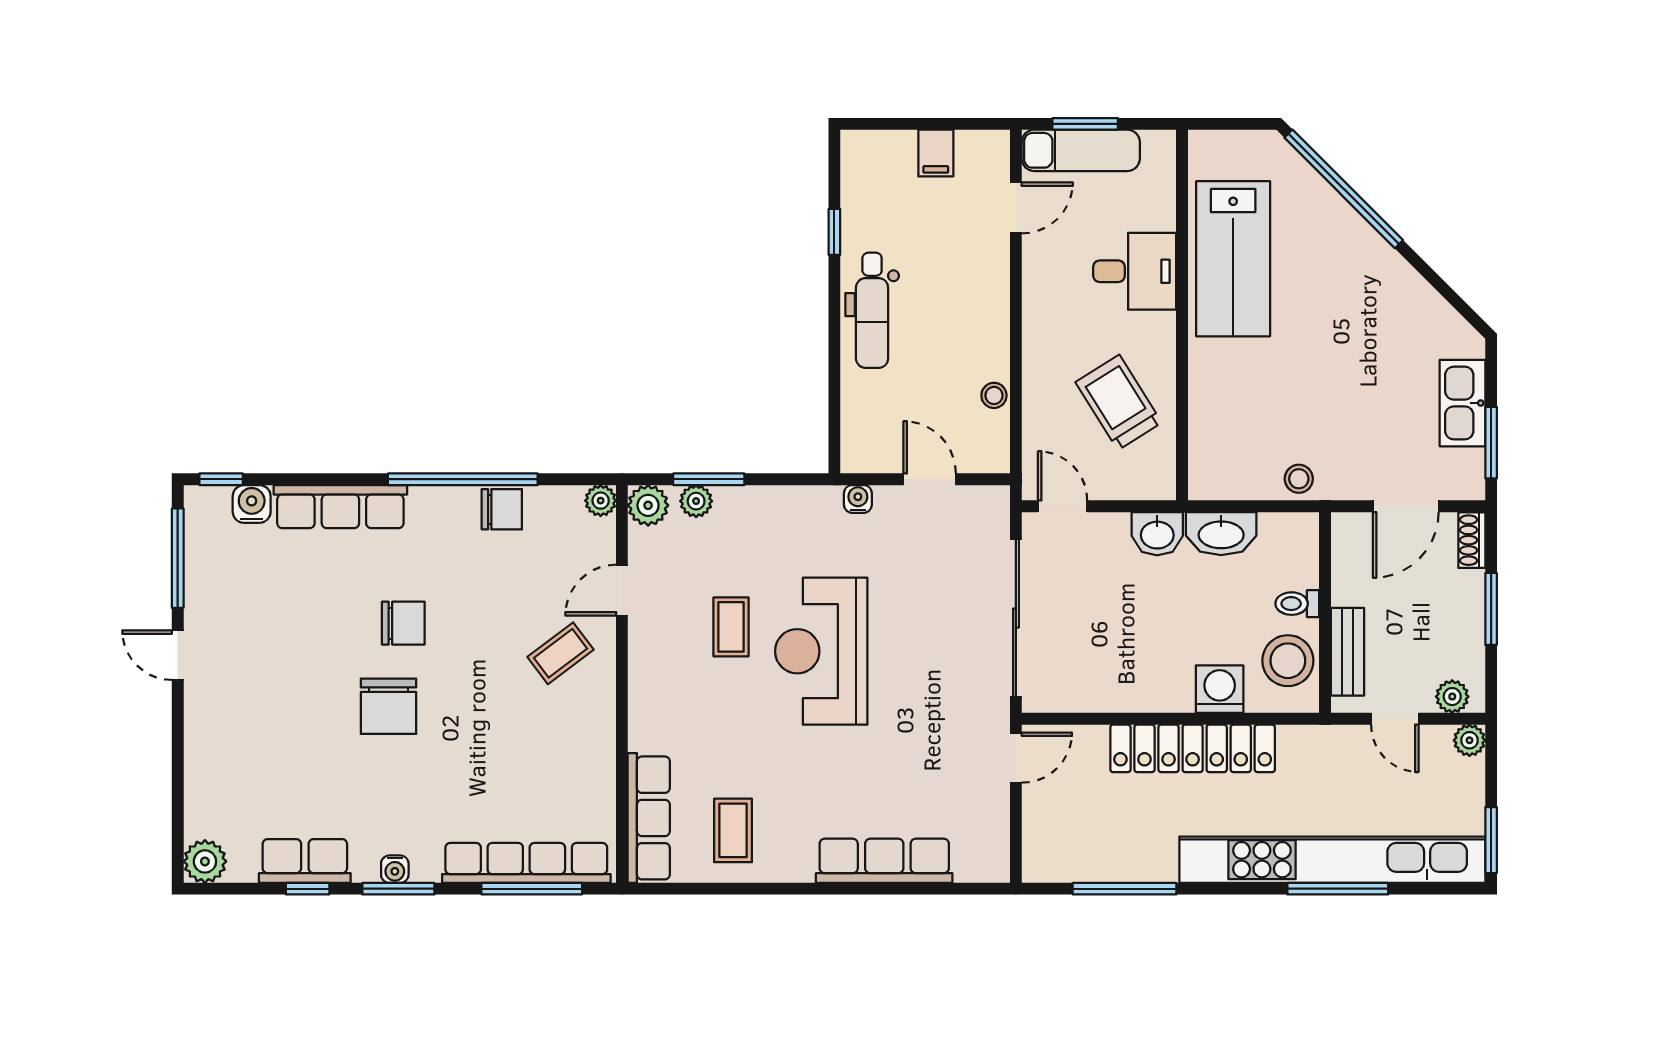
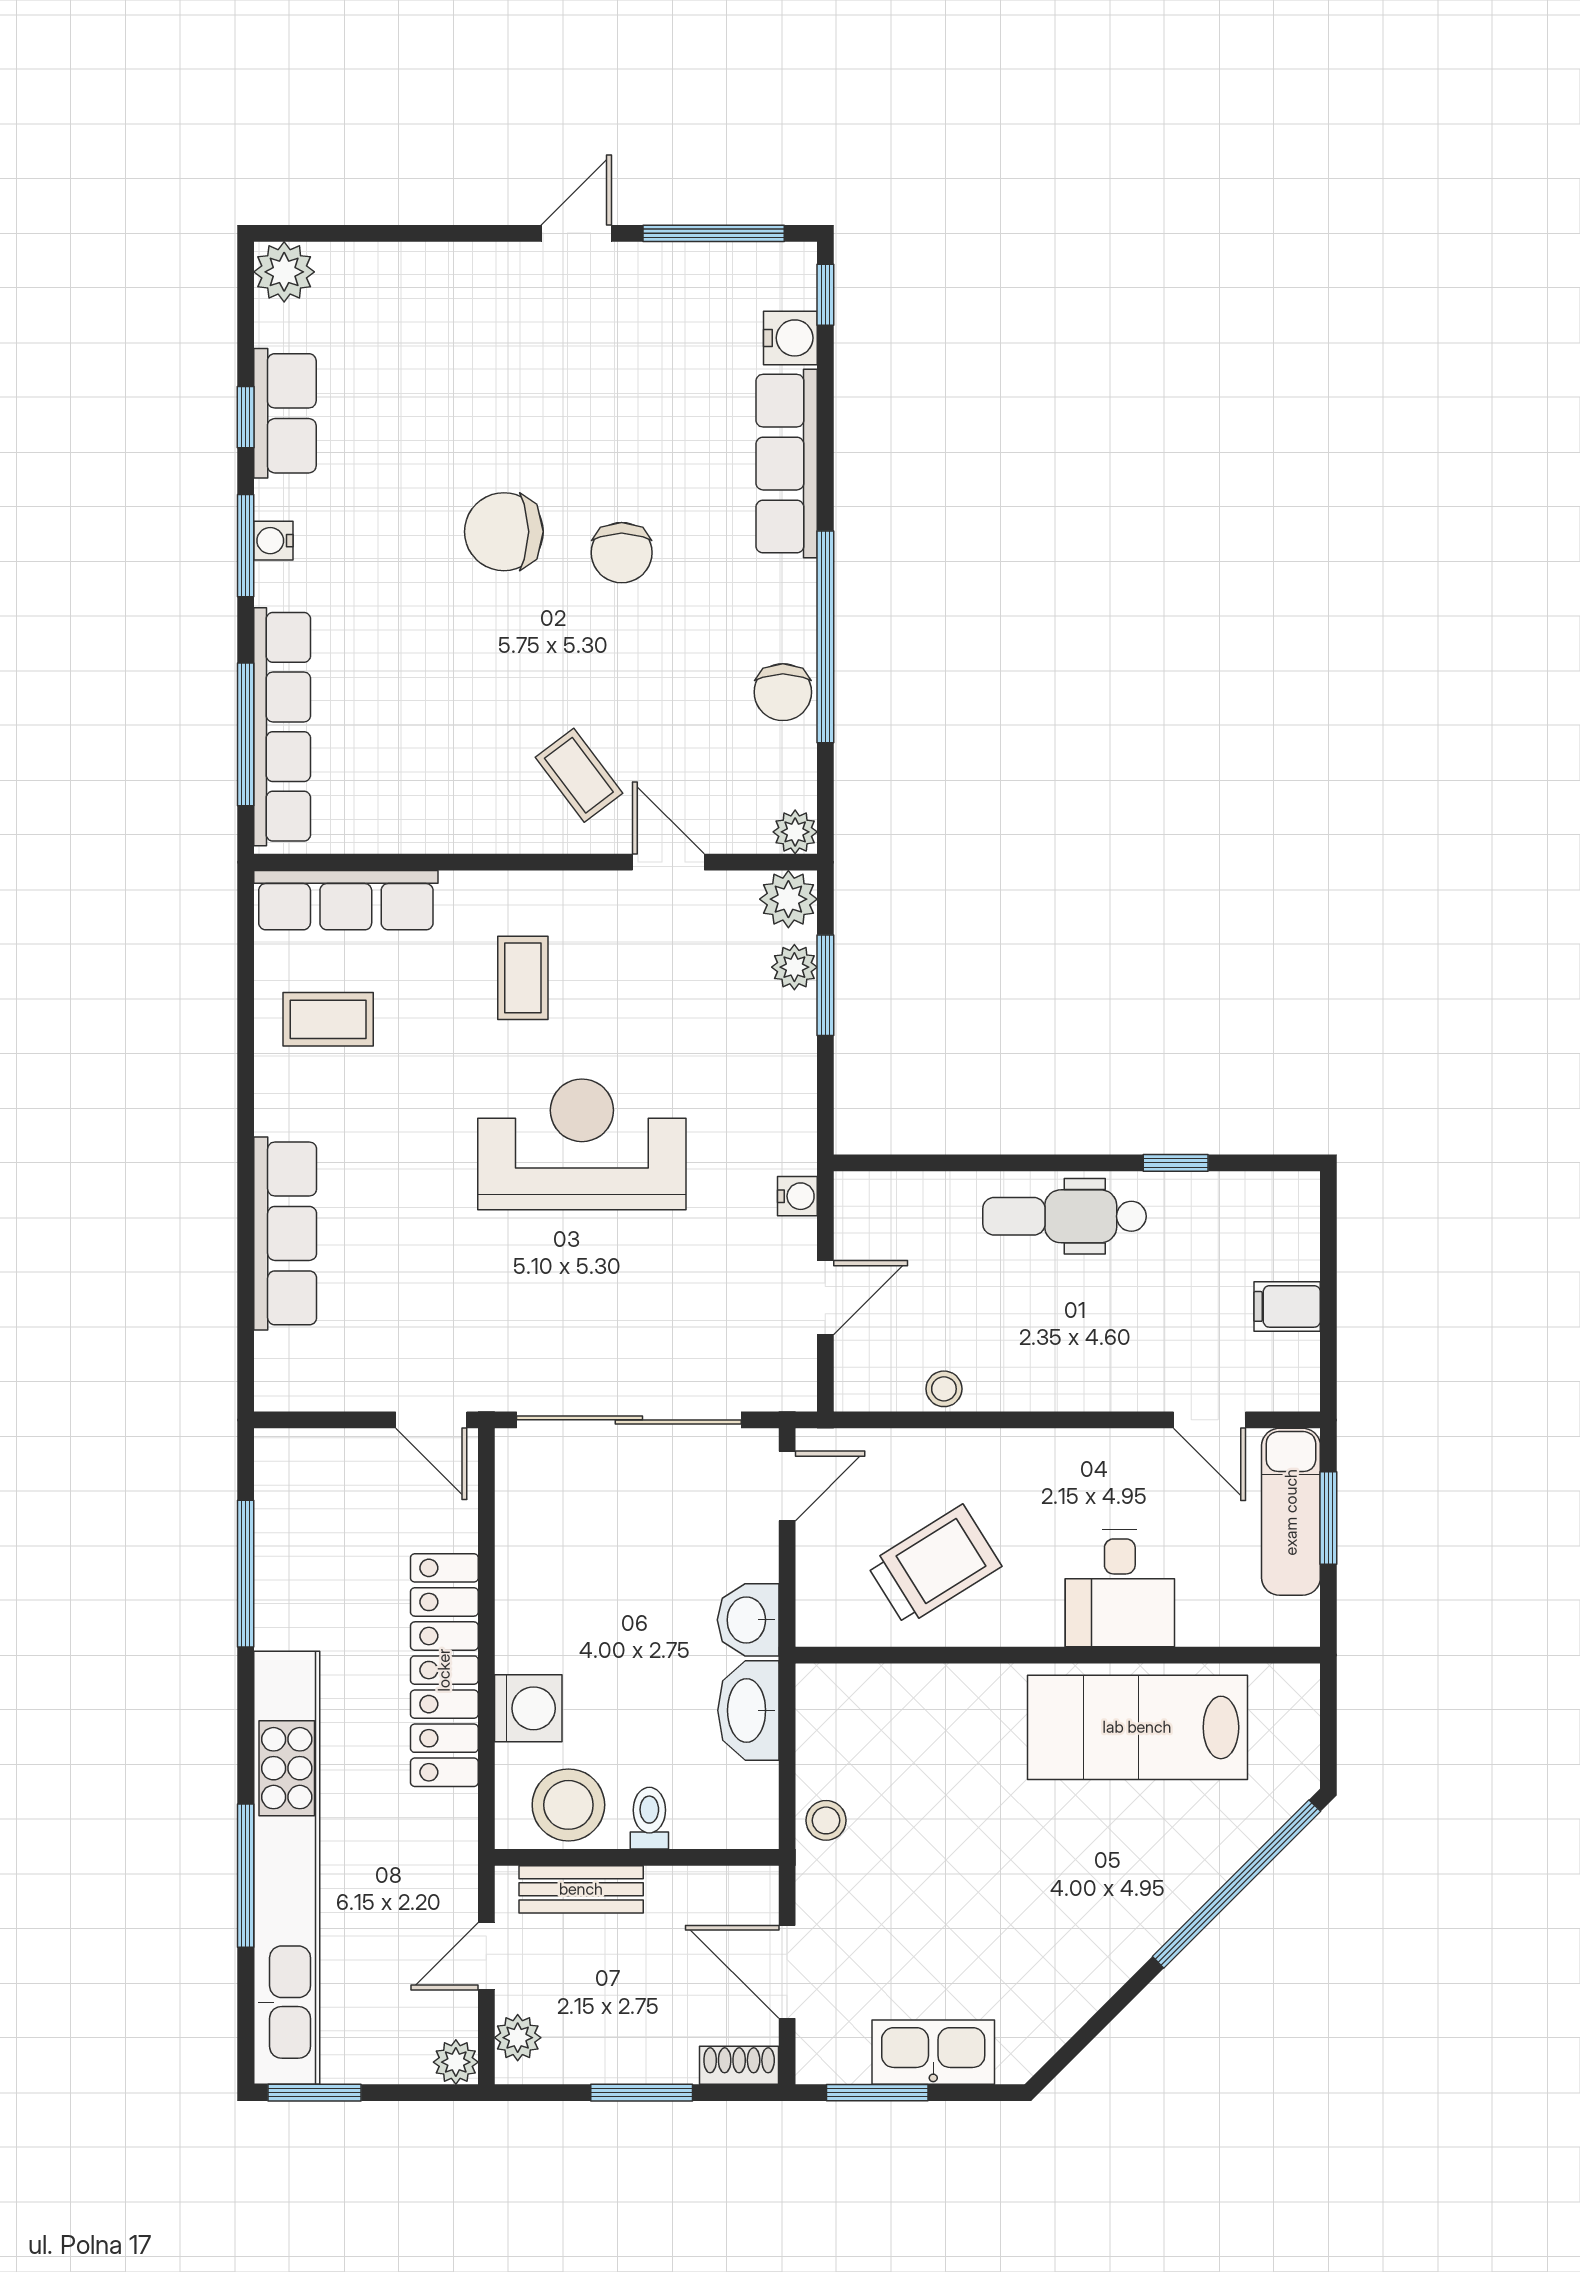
coffee table: (731, 627) -> (523, 978), moved, turned 90

